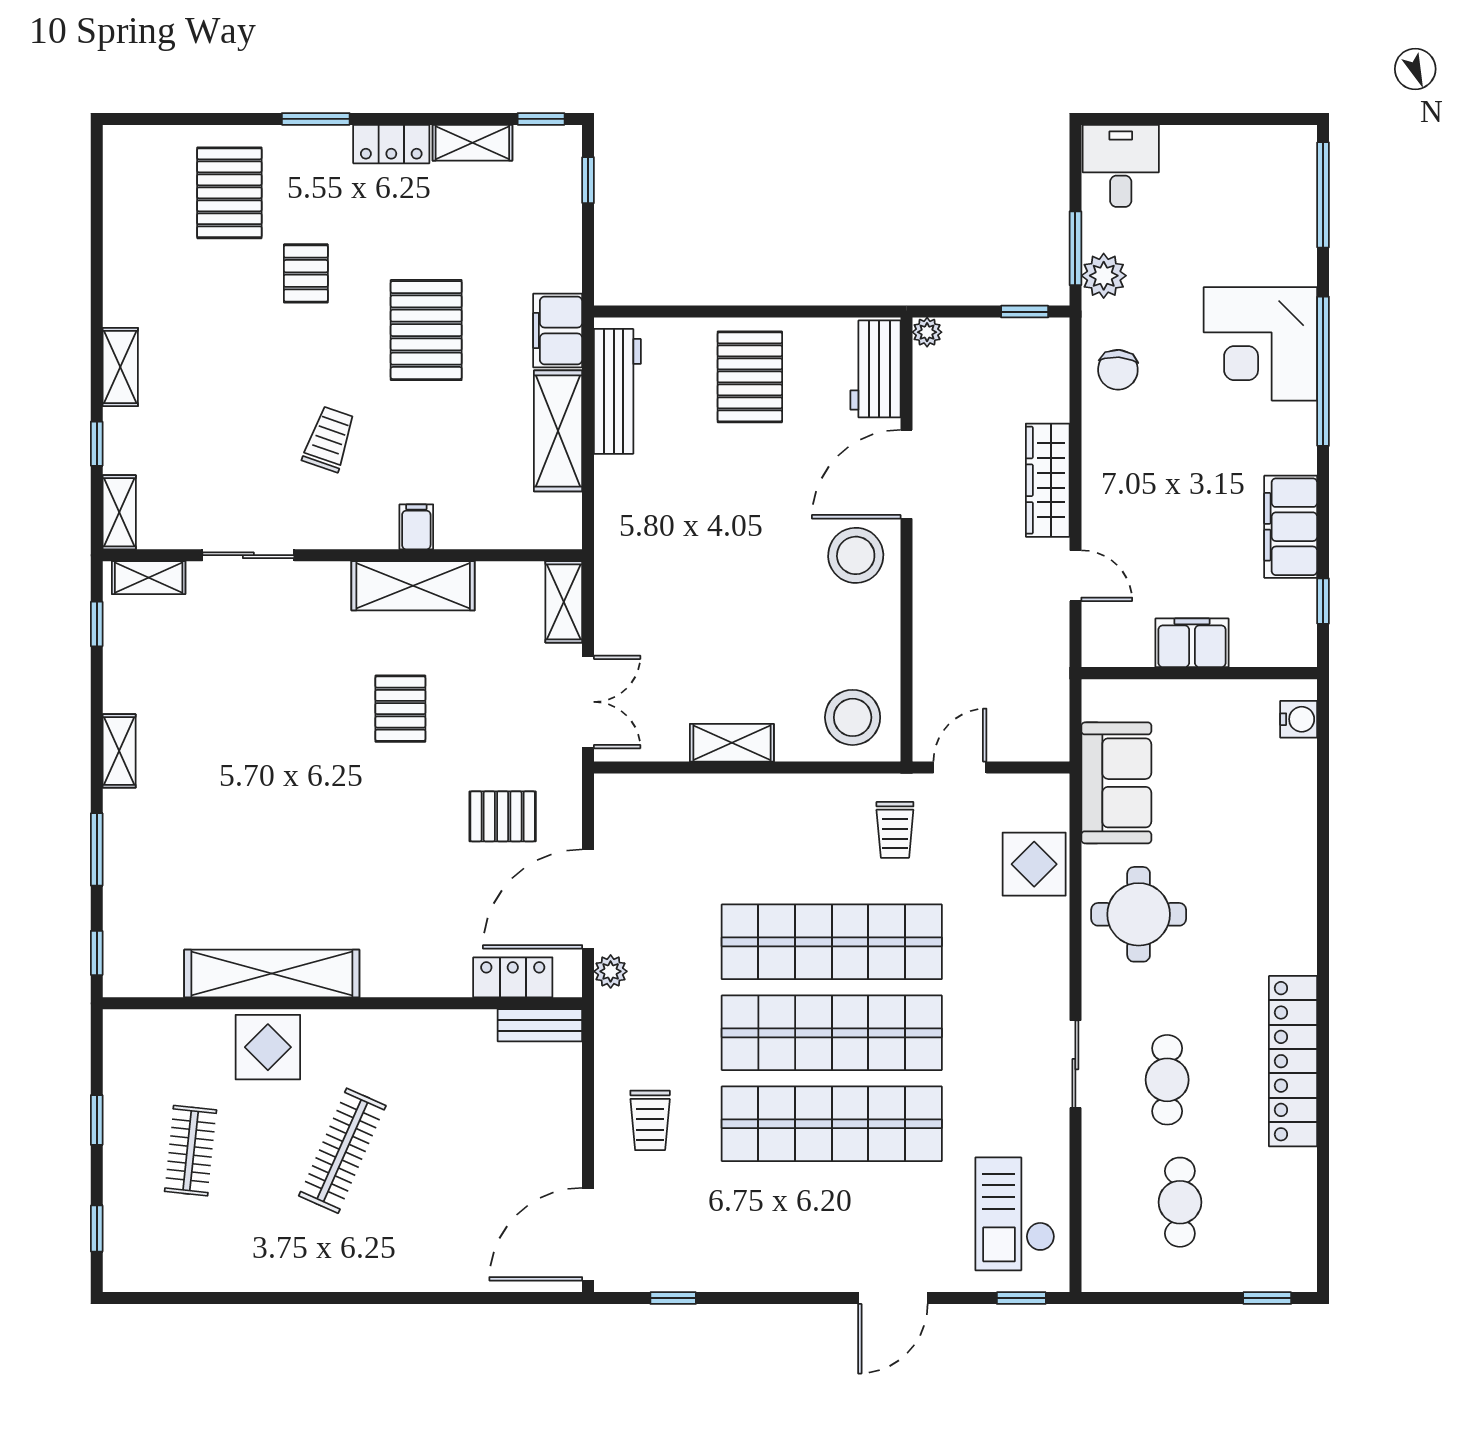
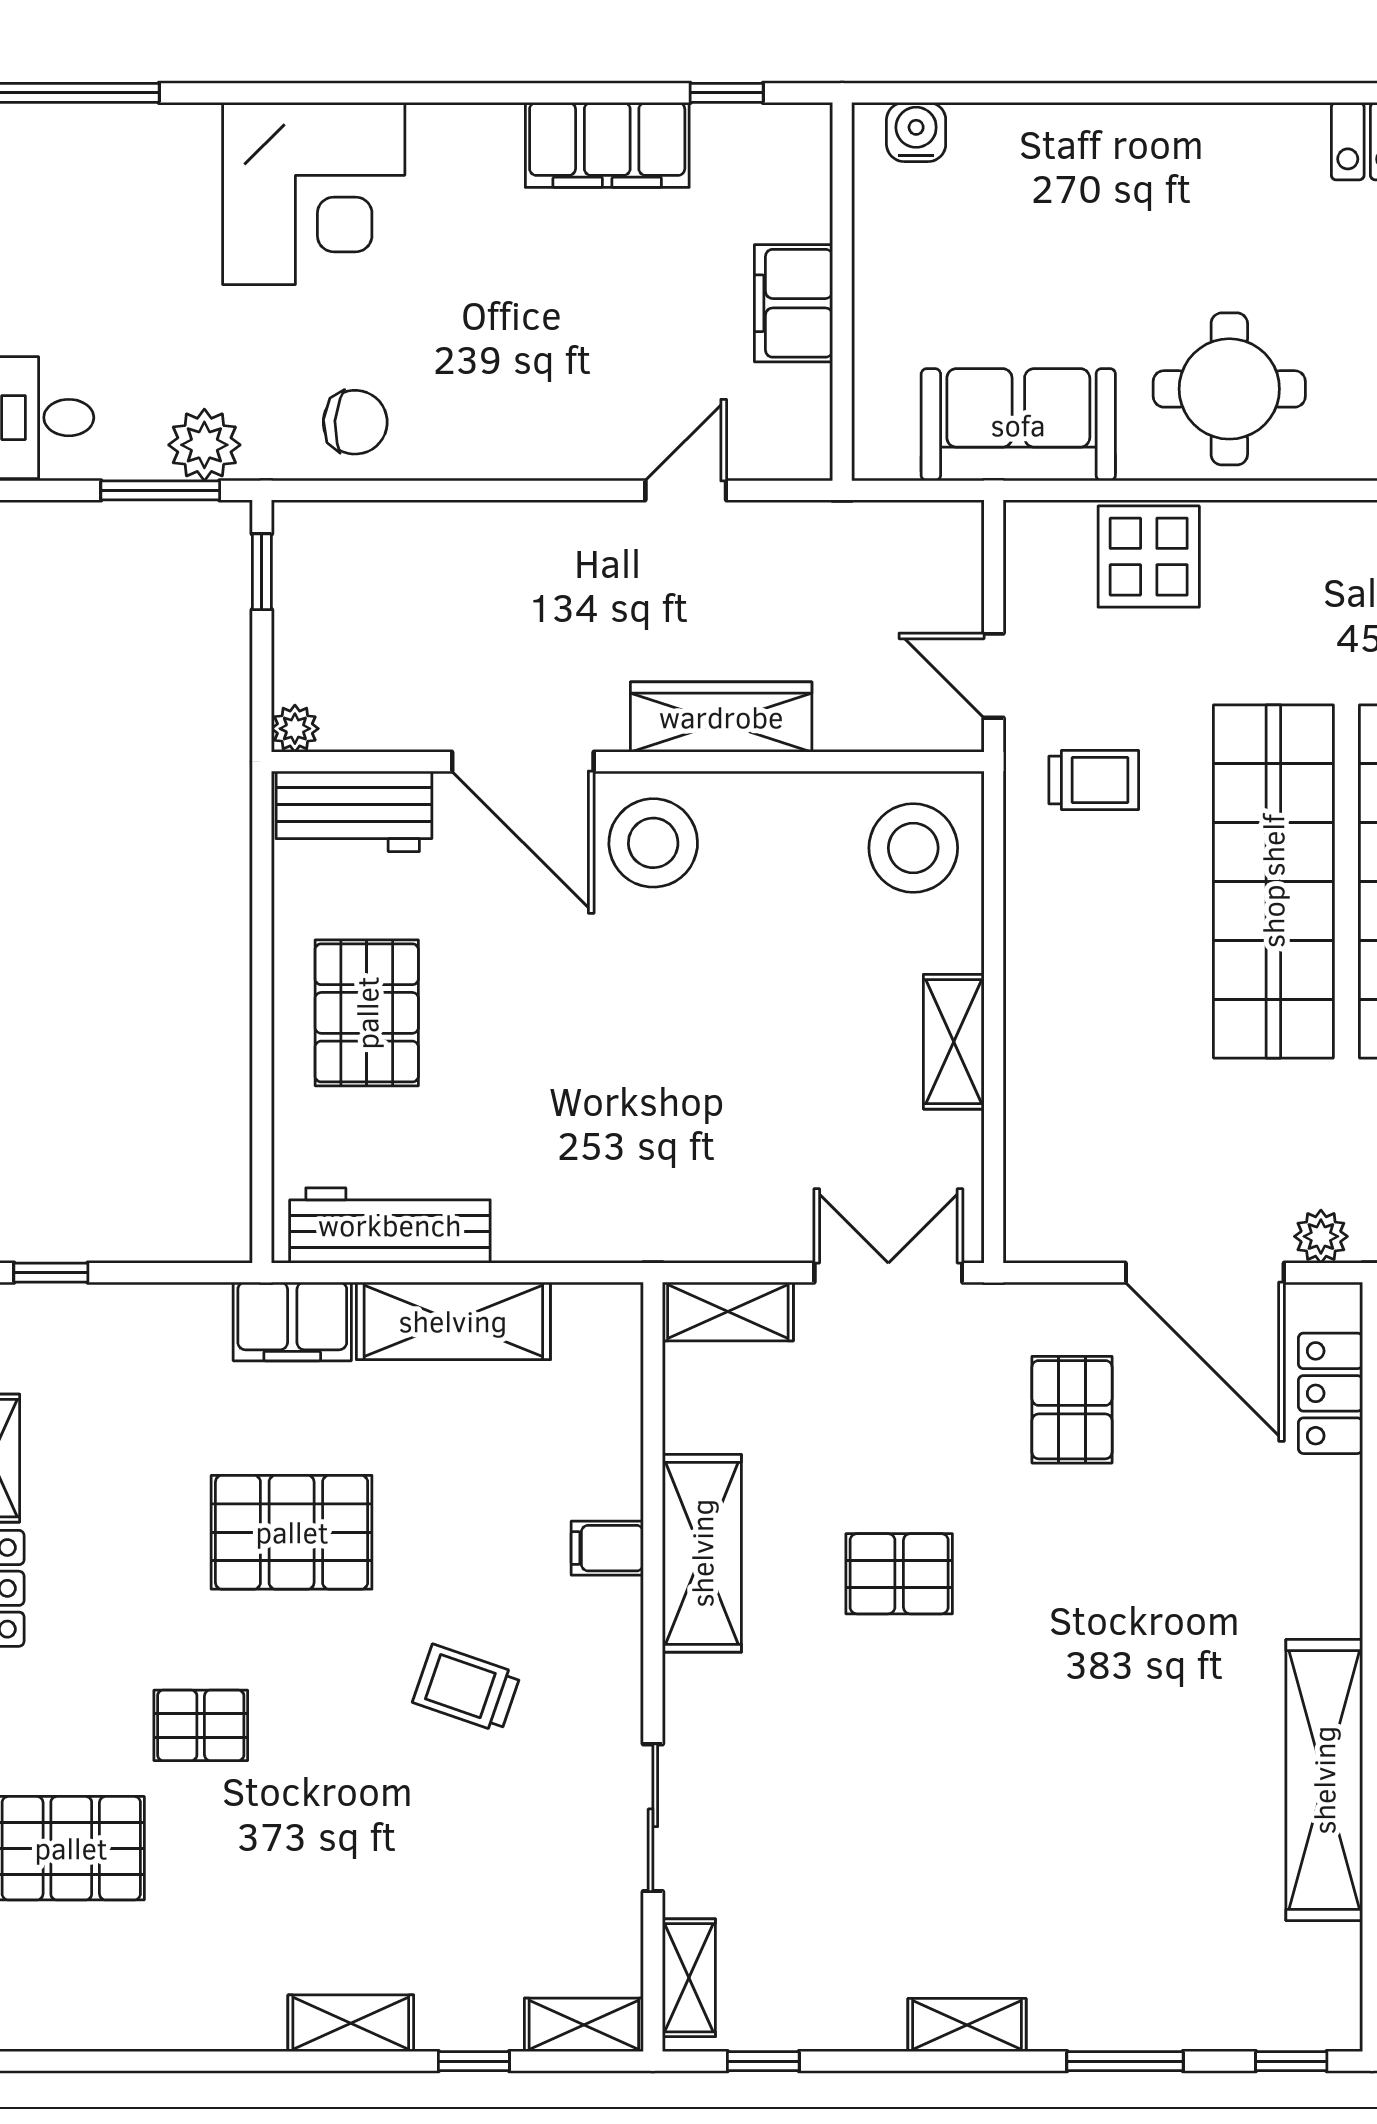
window: (1323, 371) -> (358, 93), removed
pallet: (750, 377) -> (367, 1013), turned 90
wardrobe: (1048, 480) -> (721, 717), moved, turned 180

